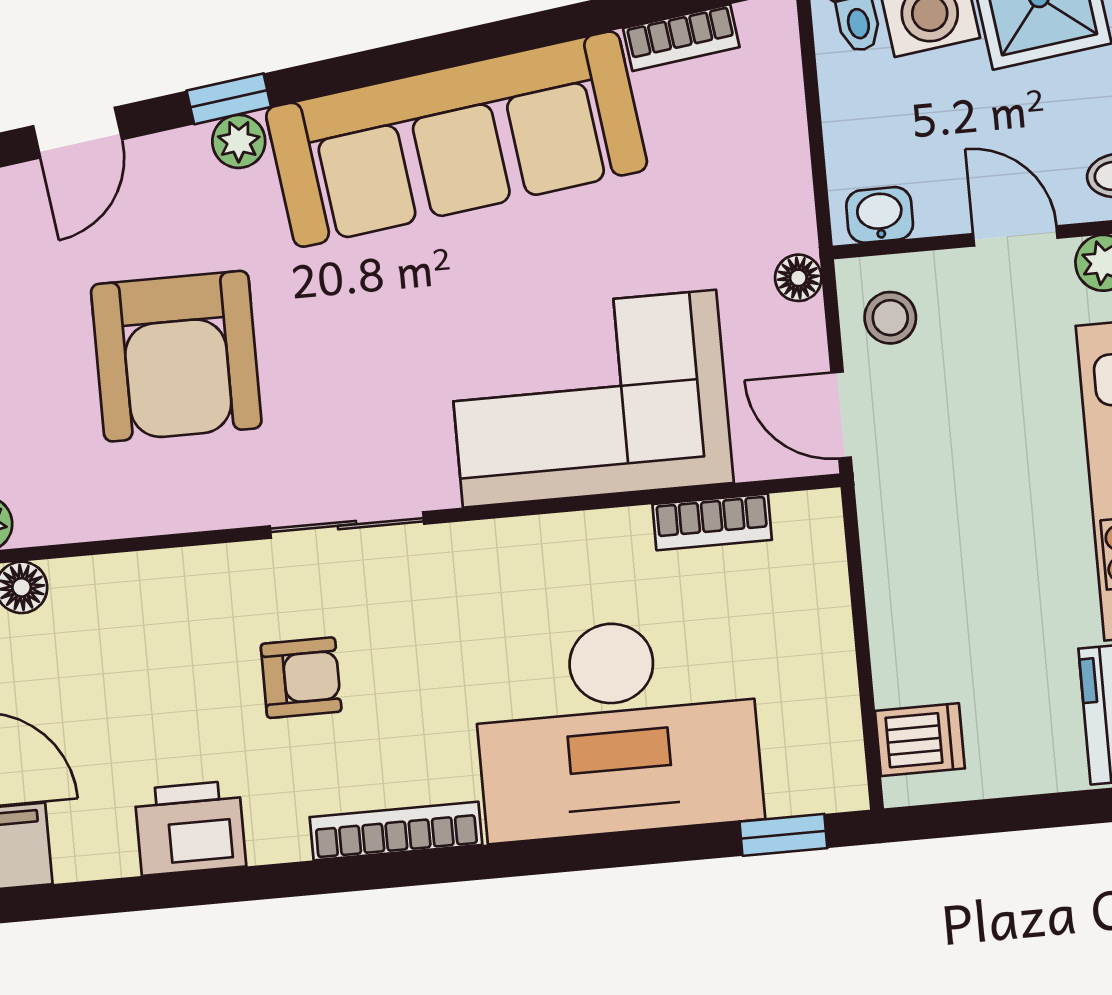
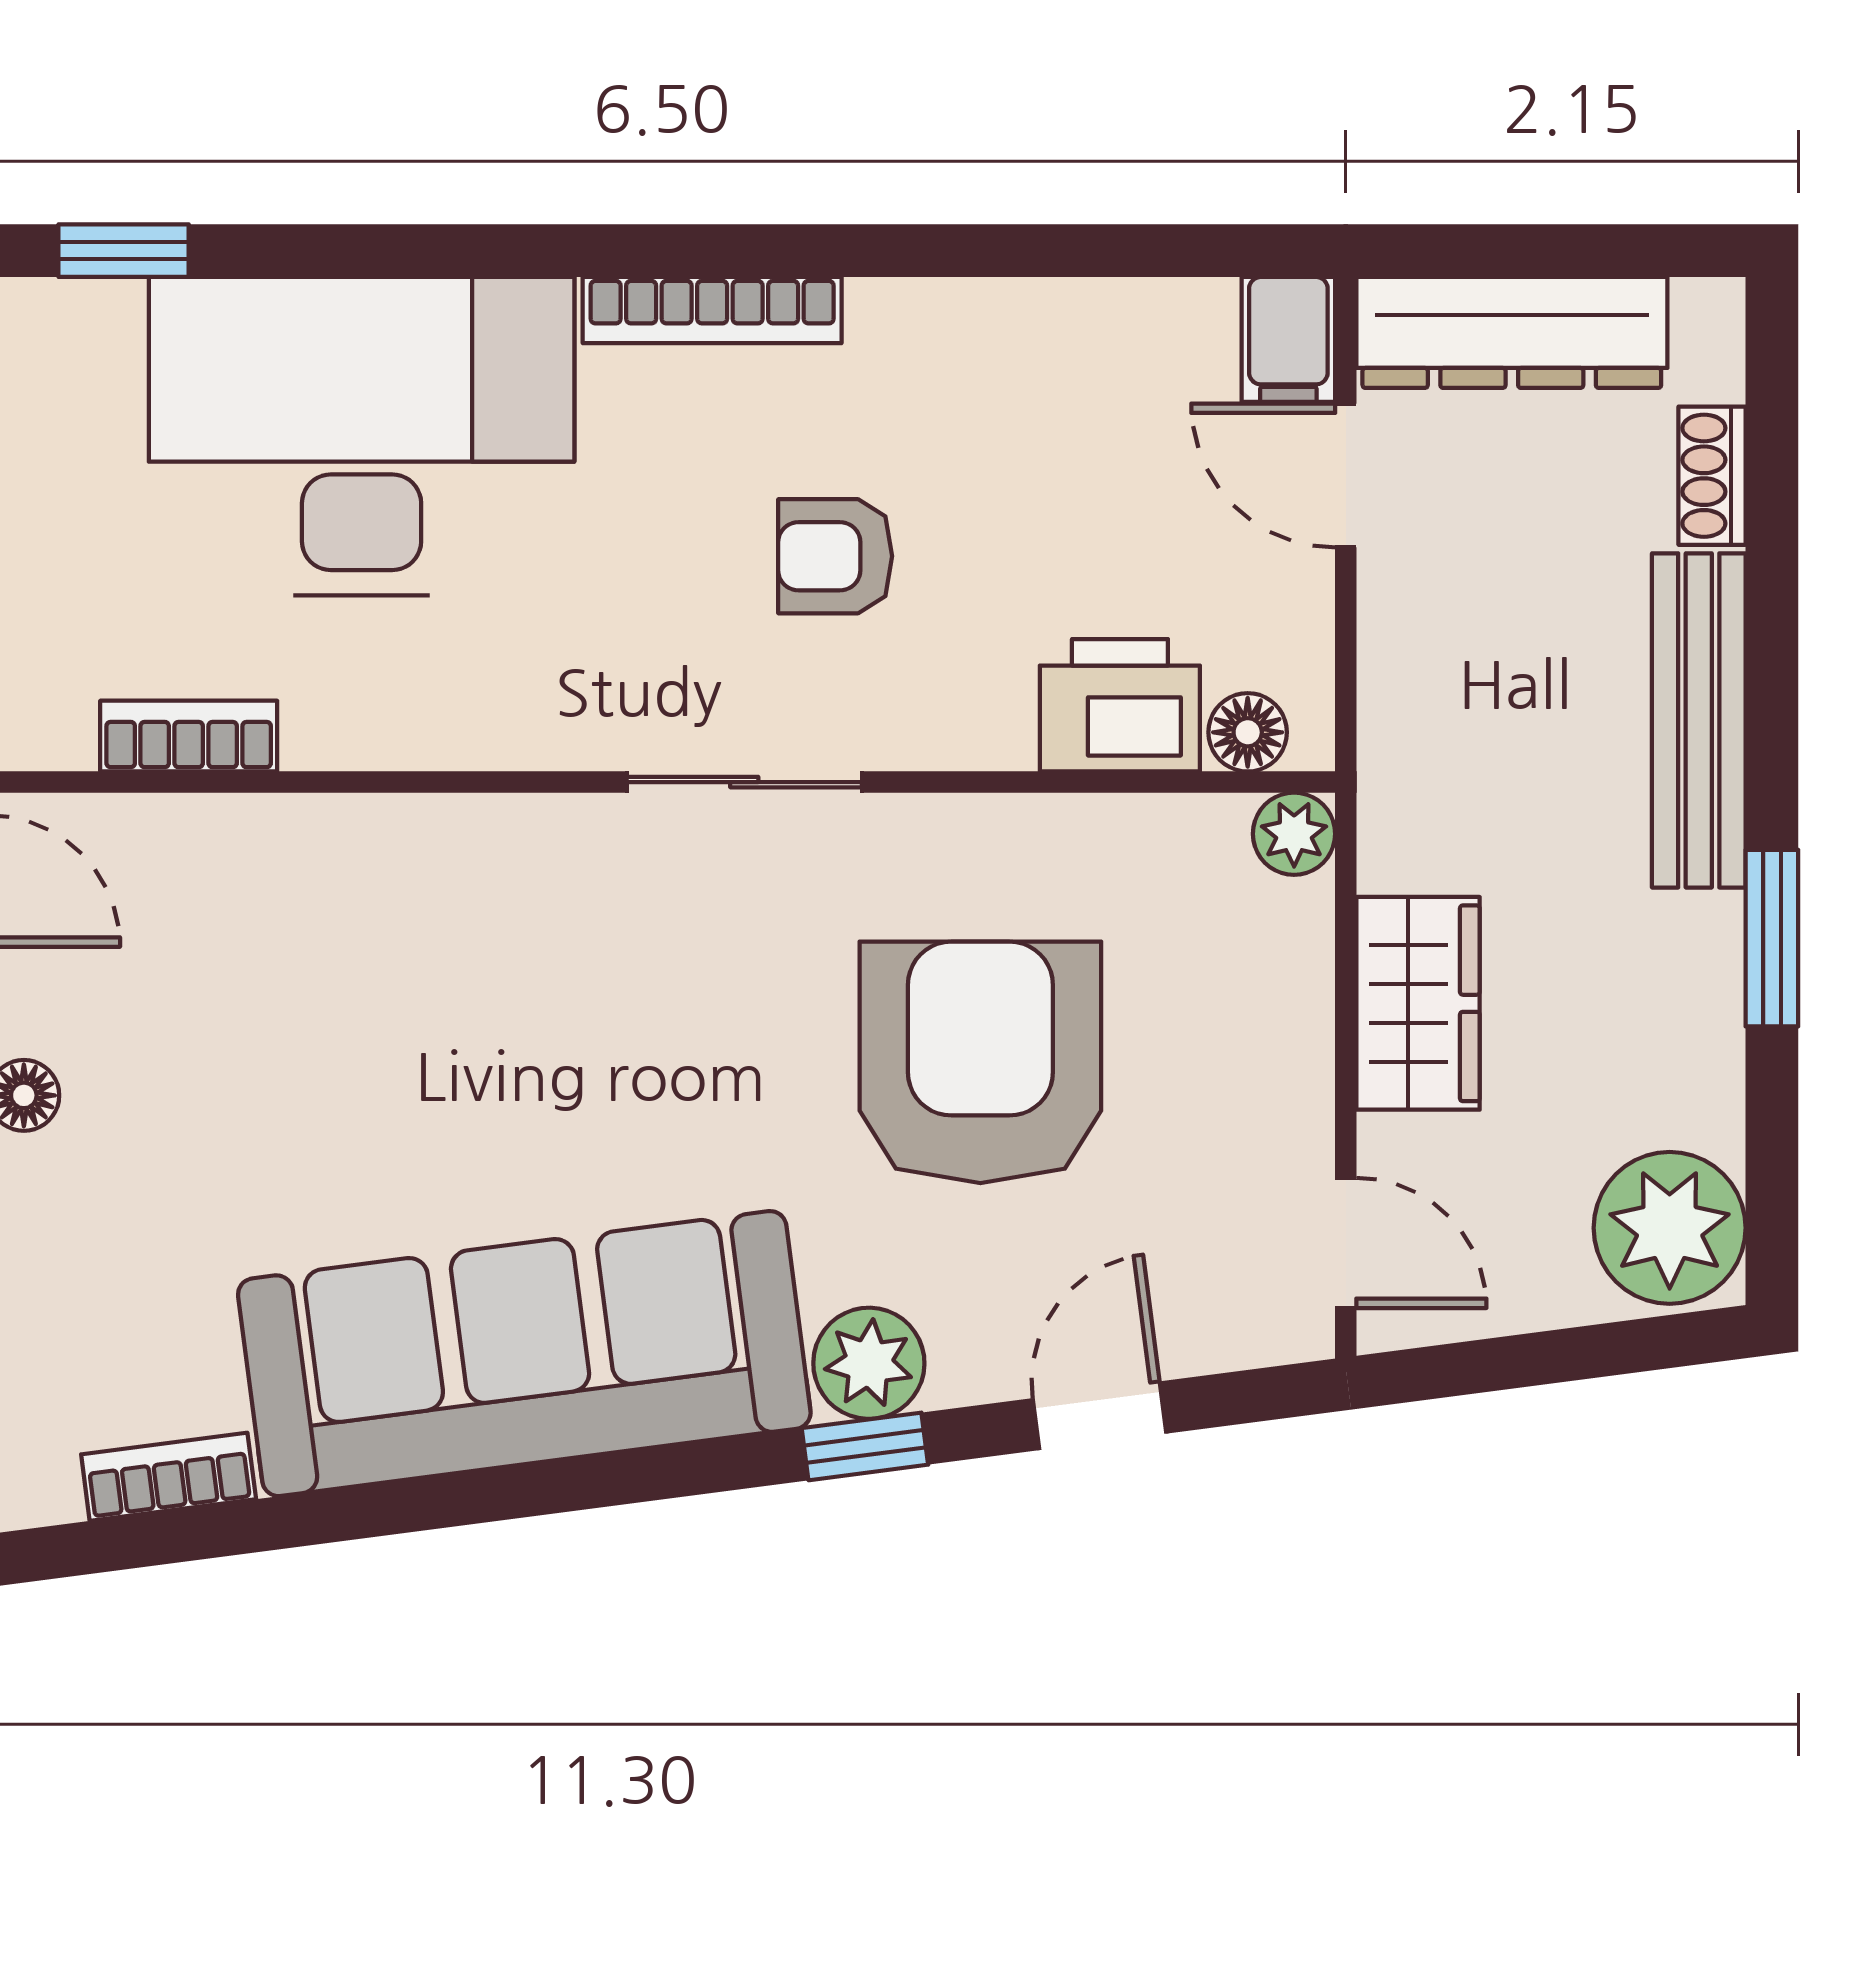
plant: (239, 141) -> (869, 1363), width x1.38, depth x1.38
corner sofa: (590, 399) -> (358, 941), removed
printer: (190, 828) -> (1120, 705), moved, turned 180

